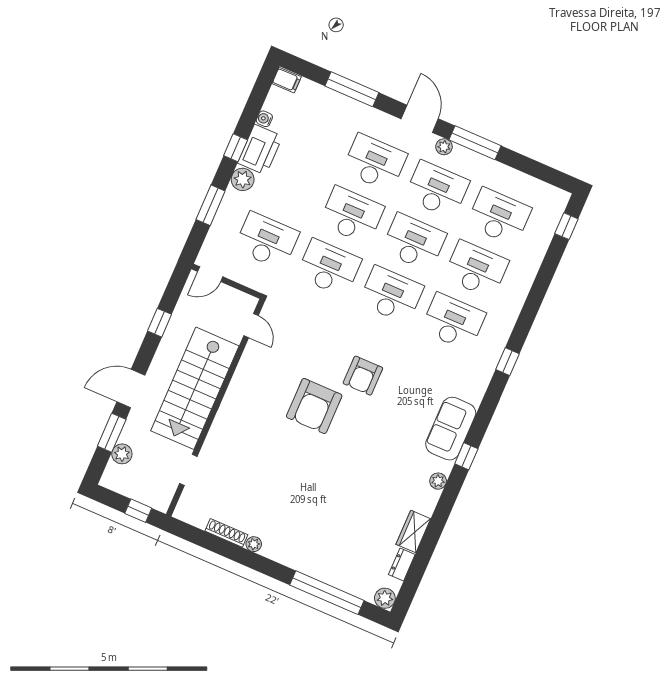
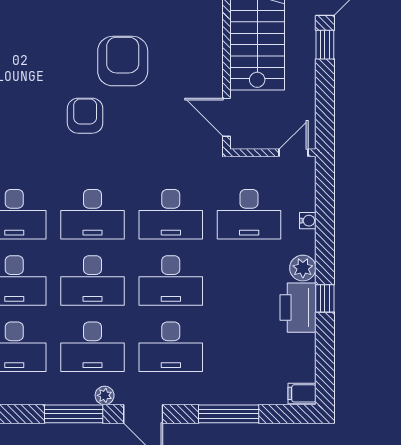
water cooler: (264, 119) -> (308, 221), moved
window: (211, 205) -> (325, 226), removed
window: (160, 323) -> (325, 45), moved
door: (251, 326) -> (227, 117), width x1.38

